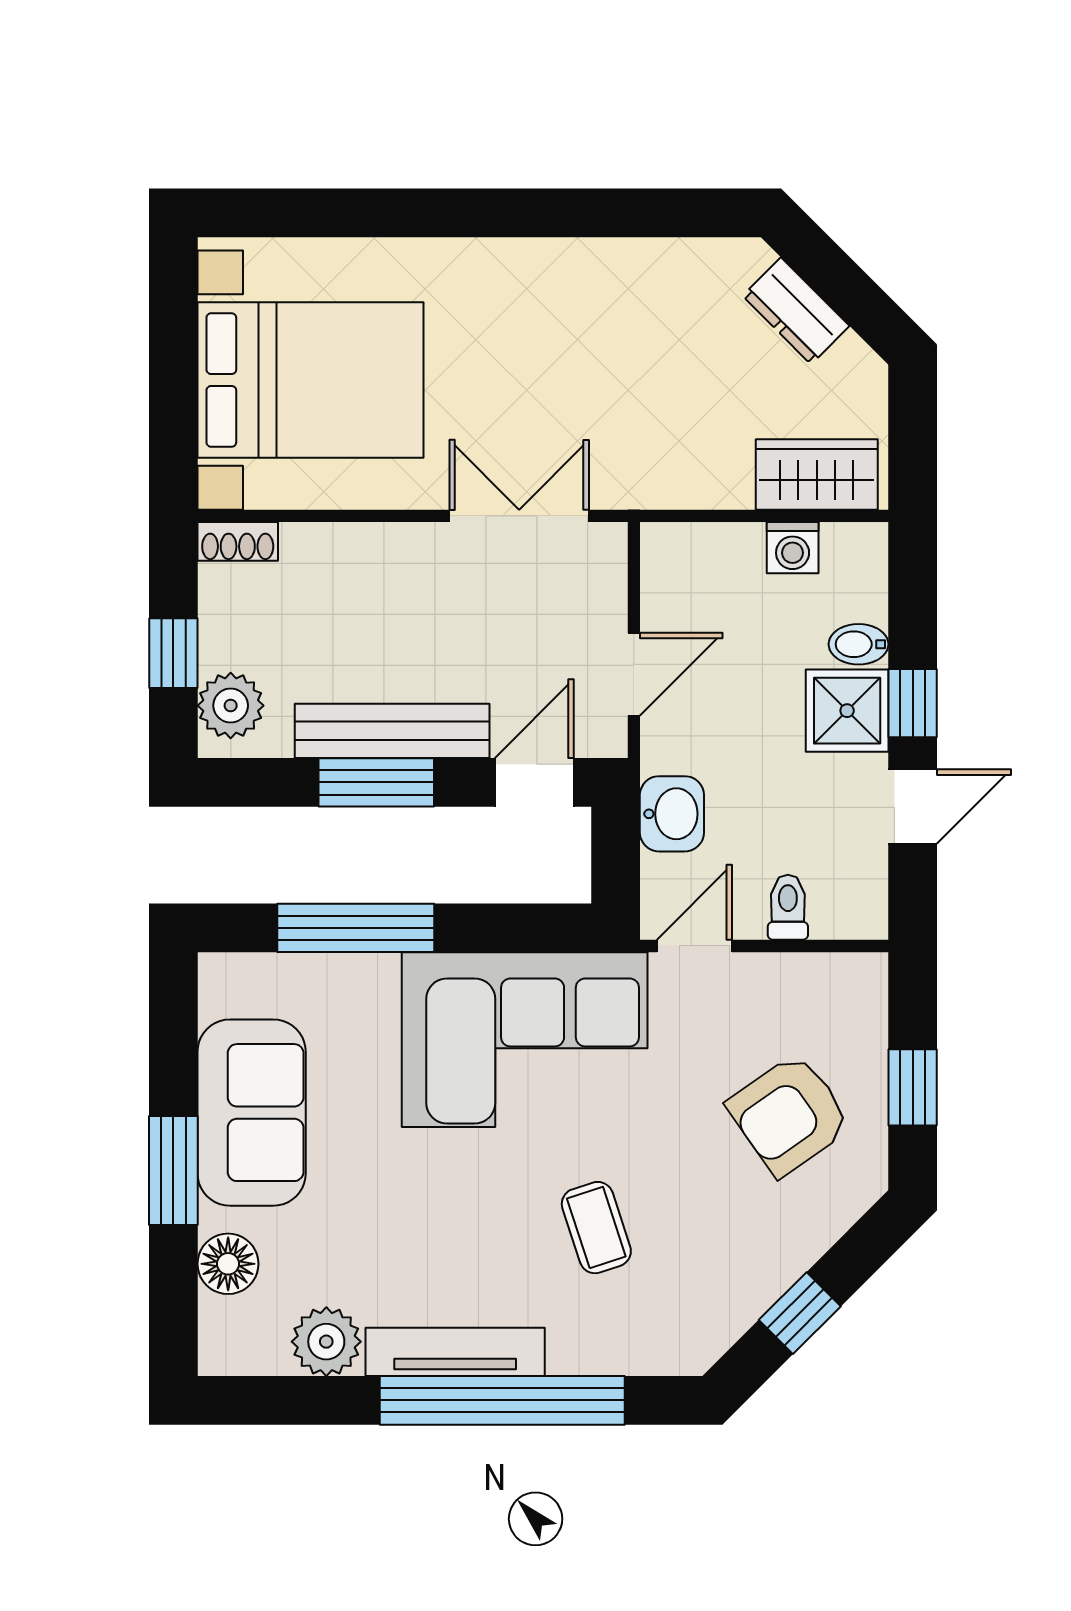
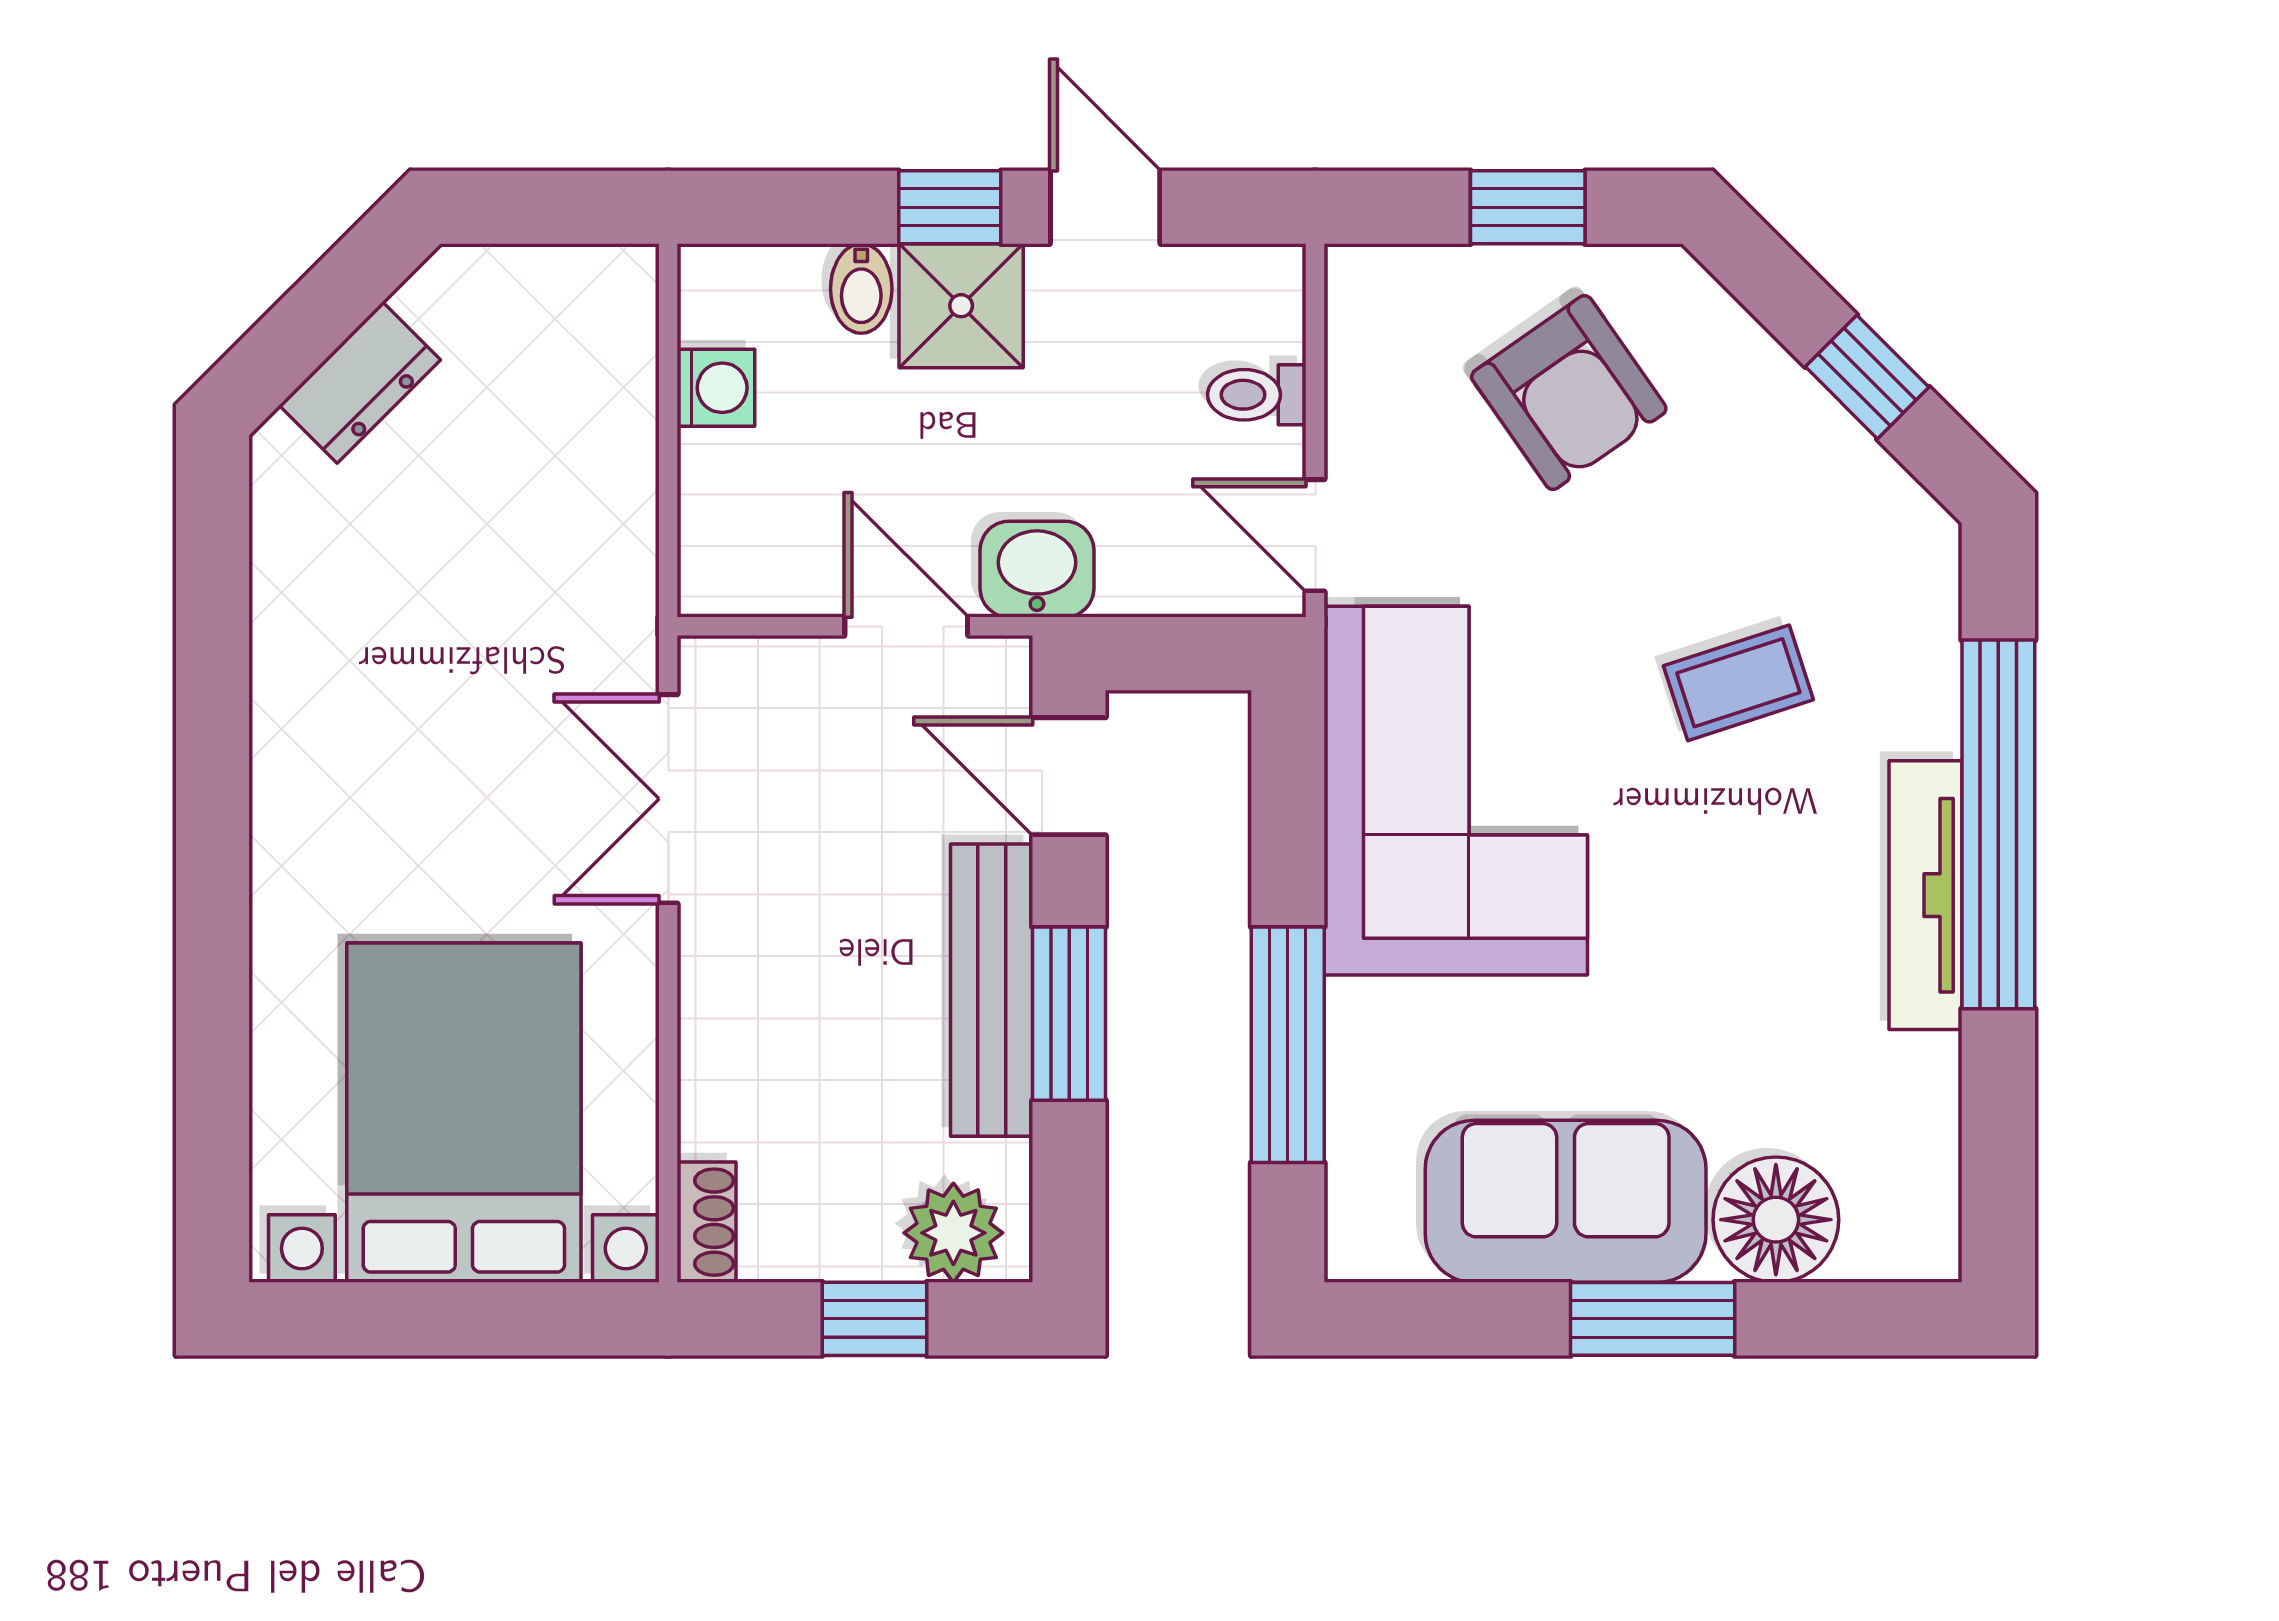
wardrobe: (817, 474) -> (606, 351), removed
washbasin: (672, 814) -> (1037, 569), moved
floor lamp: (228, 1264) -> (1776, 1220), width x1.38, depth x1.38
plant: (326, 1342) -> (1910, 1089), removed

